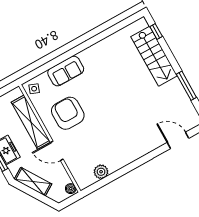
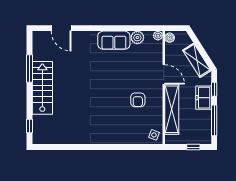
stairs: (154, 56) -> (42, 88), moved
sofa: (66, 71) -> (114, 40), moved, turned 180
armchair: (68, 113) -> (138, 100), width x0.53, depth x0.53
plant: (83, 184) -> (158, 36), added

